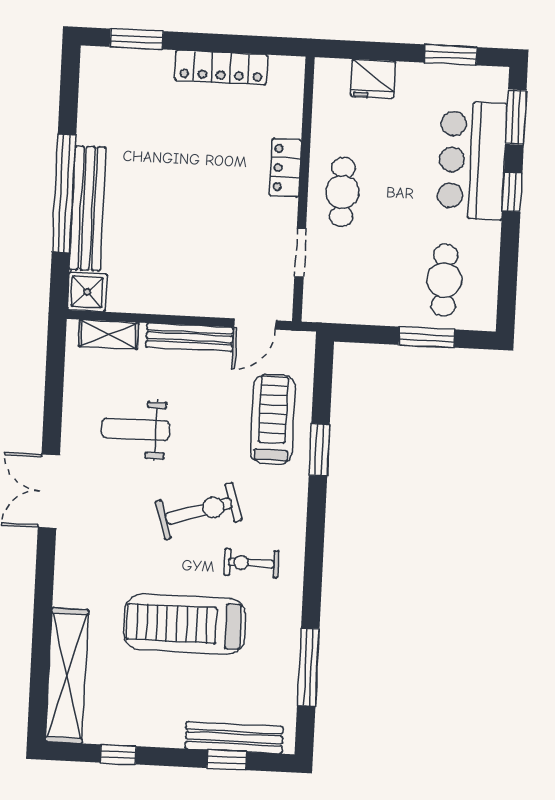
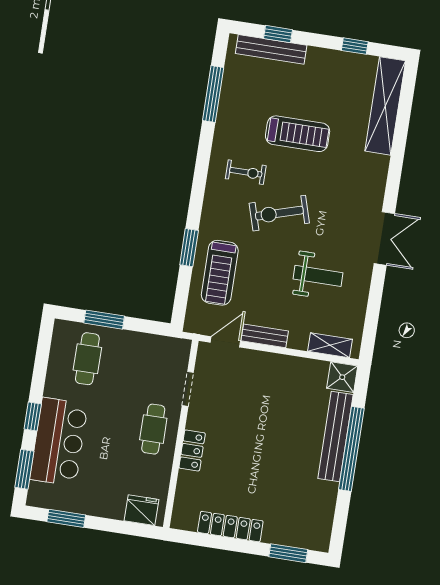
fridge: (373, 79) -> (141, 510), moved
bench: (190, 337) -> (265, 336), width x0.73
treadmill: (185, 624) -> (298, 134), width x0.73, depth x0.73

